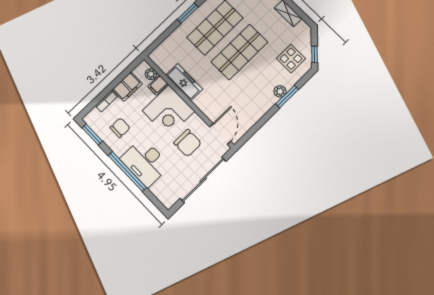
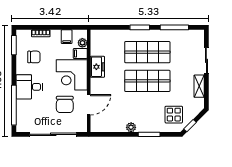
freezer: (184, 82) -> (97, 67), width x0.71
filing cabinet: (127, 87) -> (67, 37), width x0.50
plant: (280, 91) -> (131, 127), moved
door: (220, 134) -> (89, 105), moved
desk: (145, 162) -> (29, 87), width x0.73
window: (127, 171) -> (14, 105), moved

